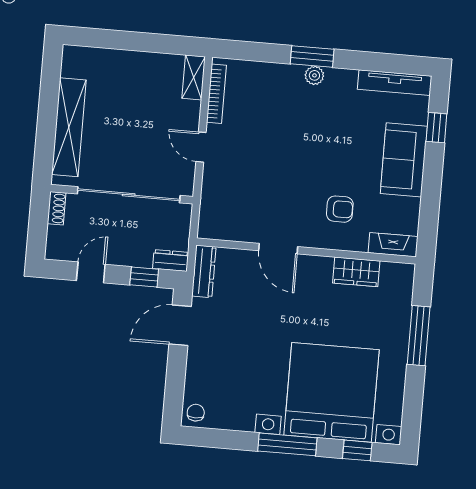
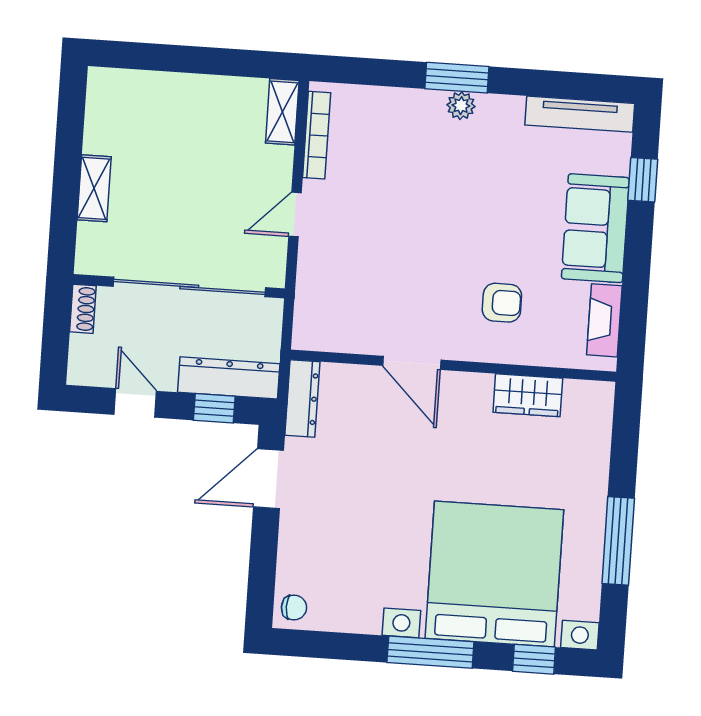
shelving: (69, 127) -> (94, 188), width x0.45, depth x0.75
door: (201, 147) -> (295, 215), hinge flipped
fireplace: (393, 245) -> (604, 320), moved, turned -90
dresser: (171, 260) -> (229, 378), width x1.96, depth x1.24
door: (91, 272) -> (135, 403), hinge flipped
window: (419, 336) -> (618, 541), moved
chair: (196, 413) -> (294, 607), turned 90

